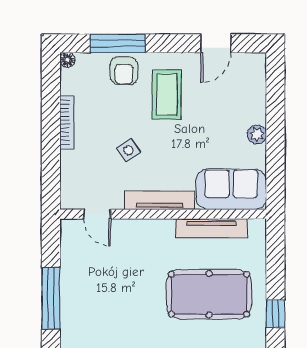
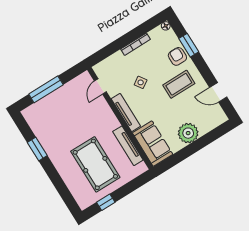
window: (118, 43) -> (189, 45), width x0.69
armchair: (124, 71) -> (177, 56), turned 90
plant: (257, 134) -> (188, 133), width x1.88, depth x1.88

